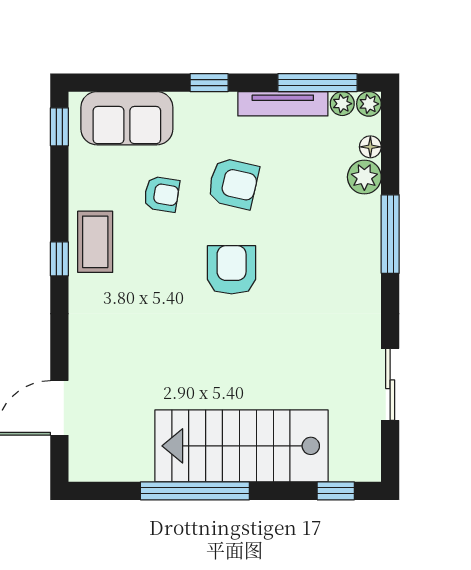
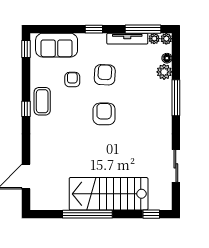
armchair: (233, 183) -> (105, 75), turned -100
armchair: (162, 194) -> (72, 80), turned -99

